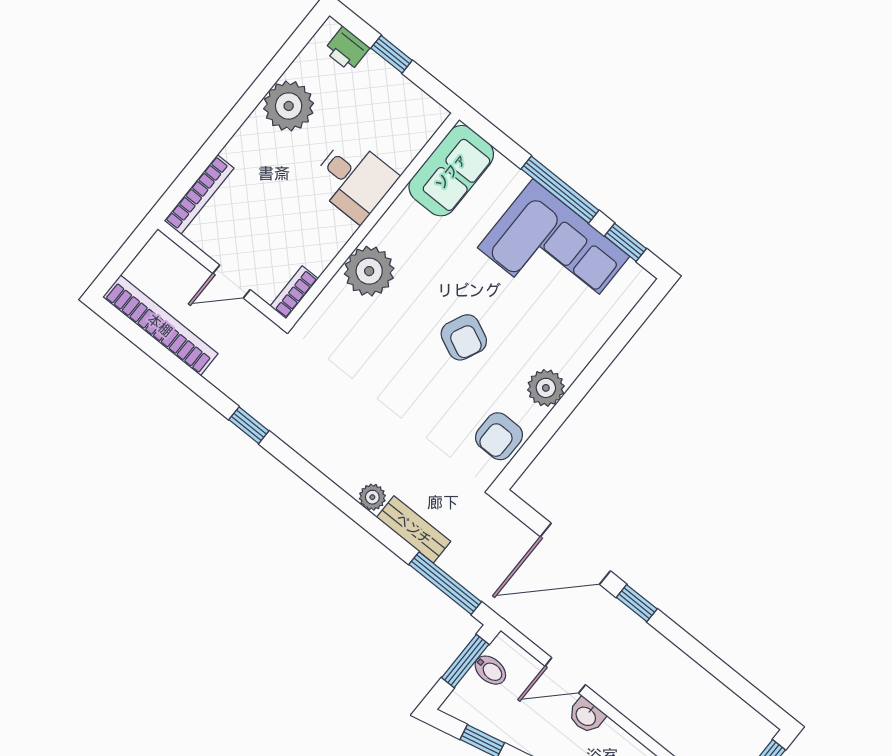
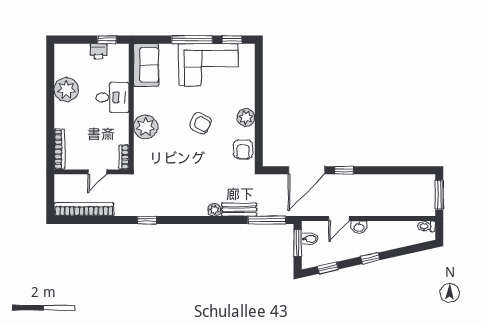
printer: (347, 49) -> (99, 51), moved
window: (392, 54) -> (107, 40), moved

